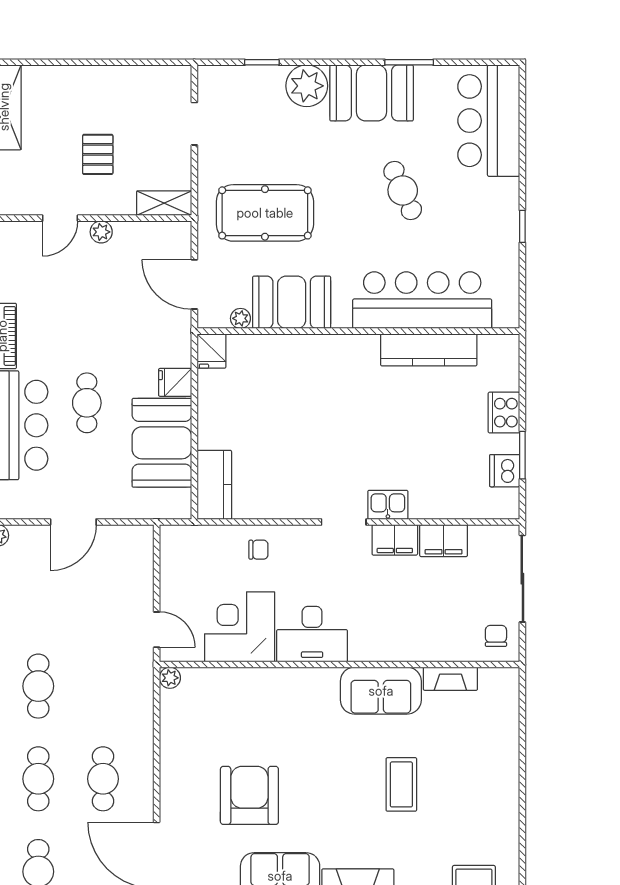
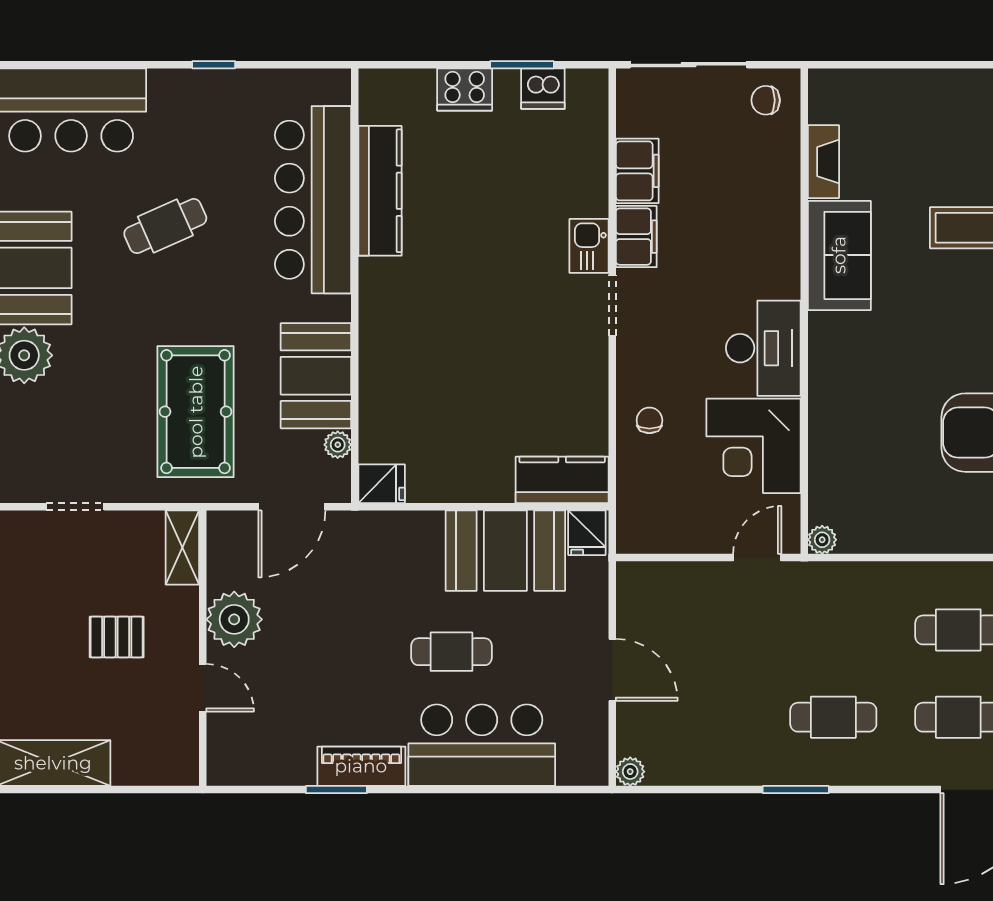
plant: (101, 232) -> (234, 619), width x1.88, depth x1.88
fridge: (175, 382) -> (587, 533), moved

